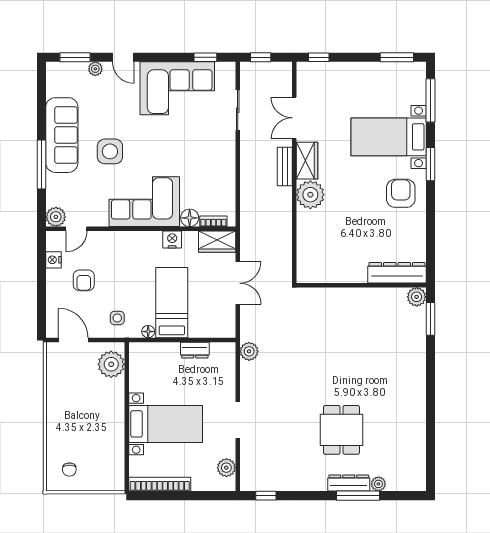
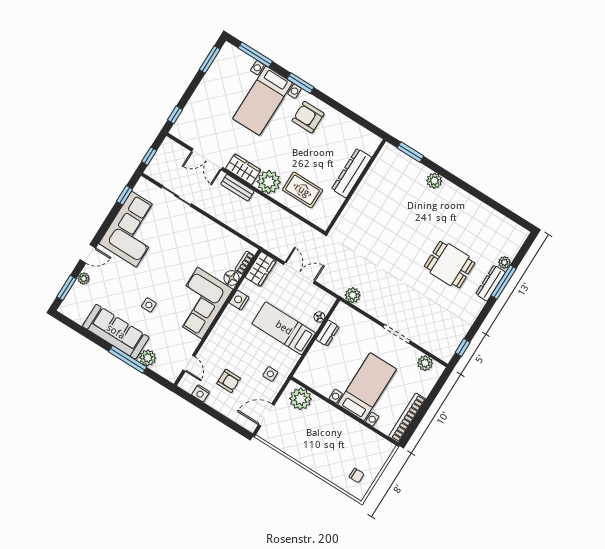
side table: (110, 151) -> (149, 305), width x0.54, depth x0.54
plant: (56, 217) -> (148, 358), moved
rug: (324, 234) -> (302, 190), added
dresser: (397, 273) -> (352, 173), moved
plant: (417, 297) -> (434, 181), moved
floor lamp: (148, 332) -> (319, 317), moved

